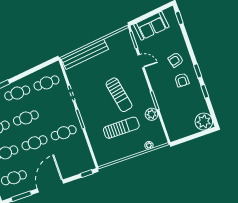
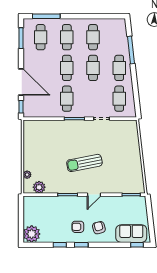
sofa: (151, 26) -> (131, 234), moved, turned 97
bench: (85, 54) -> (134, 144), removed
door: (141, 61) -> (94, 195), moved
plant: (152, 114) -> (39, 187), moved
sun lounger: (121, 128) -> (53, 154), removed
door: (50, 186) -> (21, 82), moved

